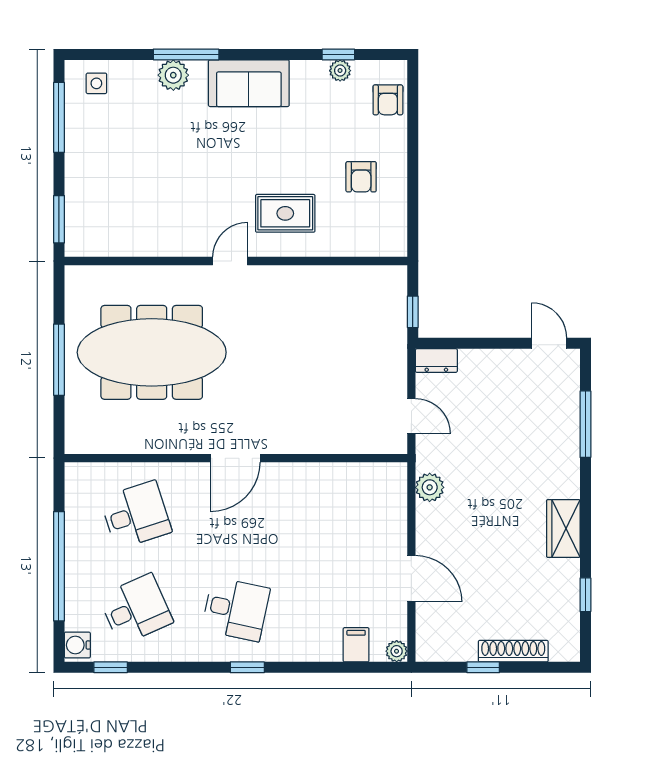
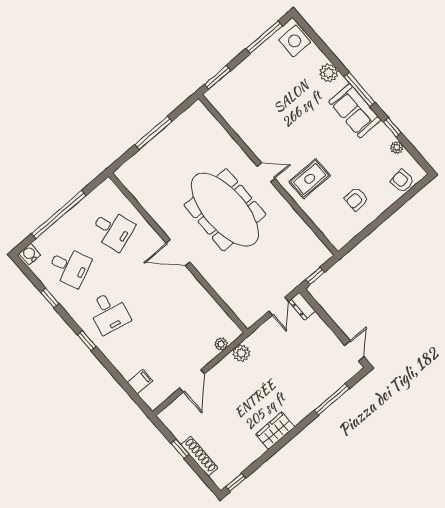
window: (186, 54) -> (360, 90), moved
window: (338, 54) -> (392, 127), moved
side table: (96, 83) -> (295, 41), width x1.87, depth x1.87
armchair: (388, 100) -> (402, 181), turned 82
rug: (285, 213) -> (310, 179), turned 90
meeting table: (152, 352) -> (225, 210), moved
door: (411, 416) -> (279, 306), moved
window: (585, 595) -> (236, 482), moved
plant: (397, 651) -> (221, 344), moved
window: (111, 667) -> (50, 298), moved

